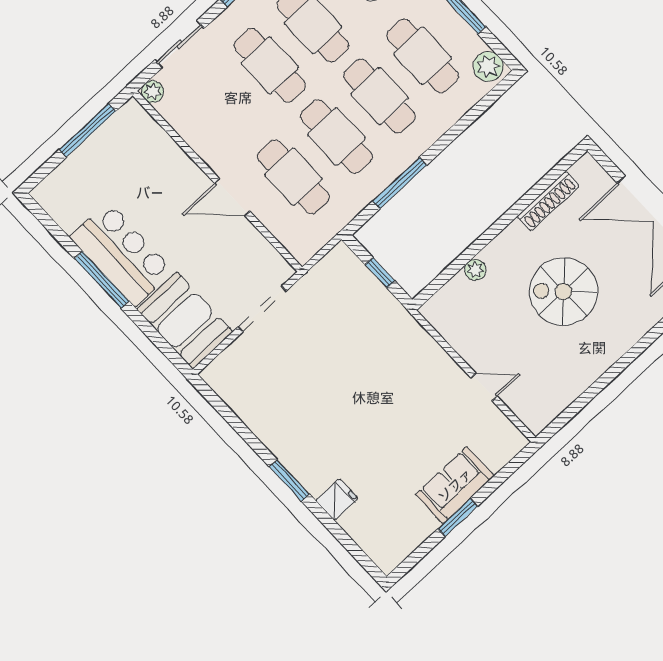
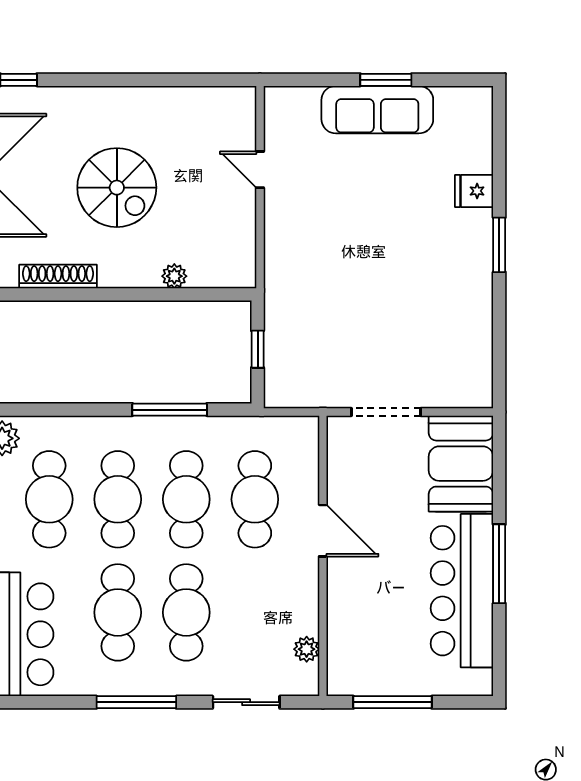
plant: (153, 92) -> (307, 649), moved
bar counter: (121, 254) -> (462, 591), width x1.36
sofa: (455, 485) -> (377, 110), width x1.36

